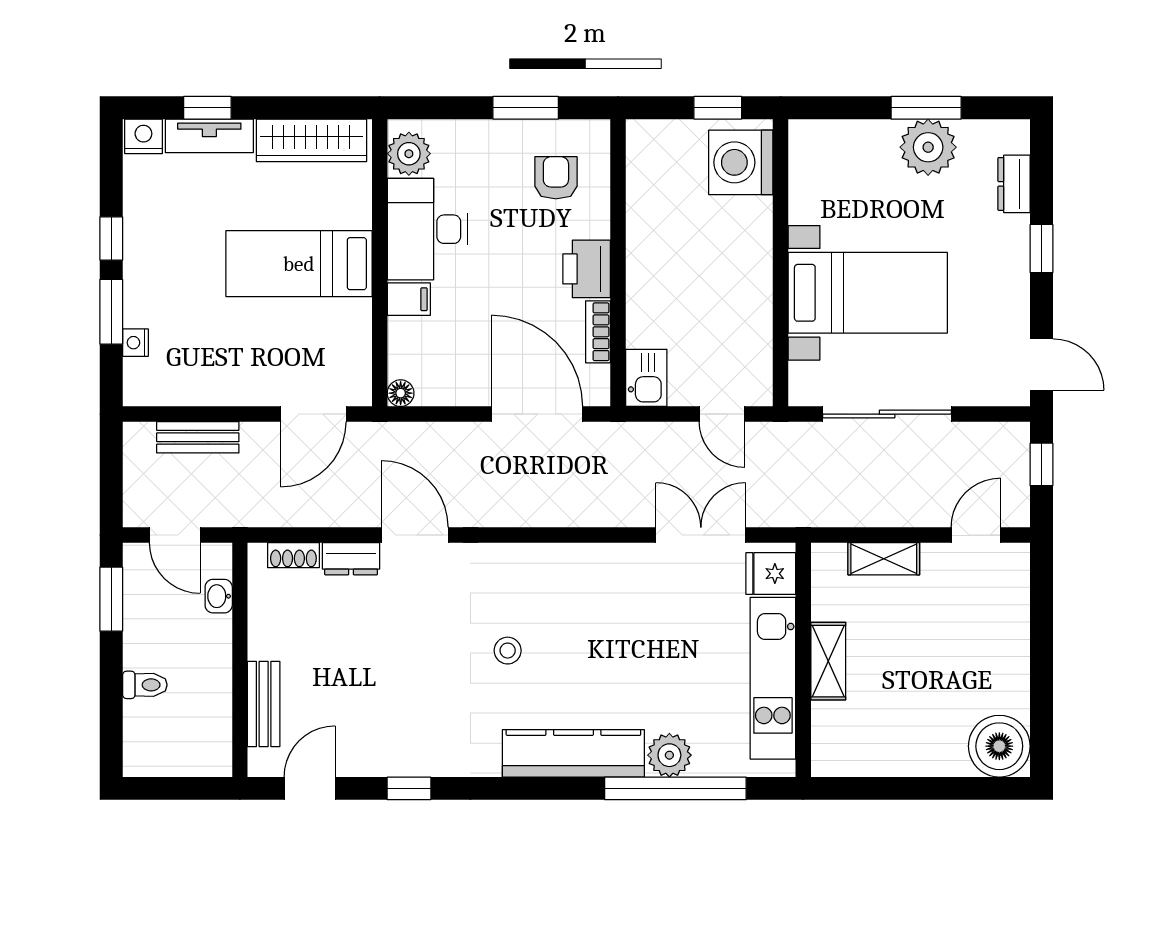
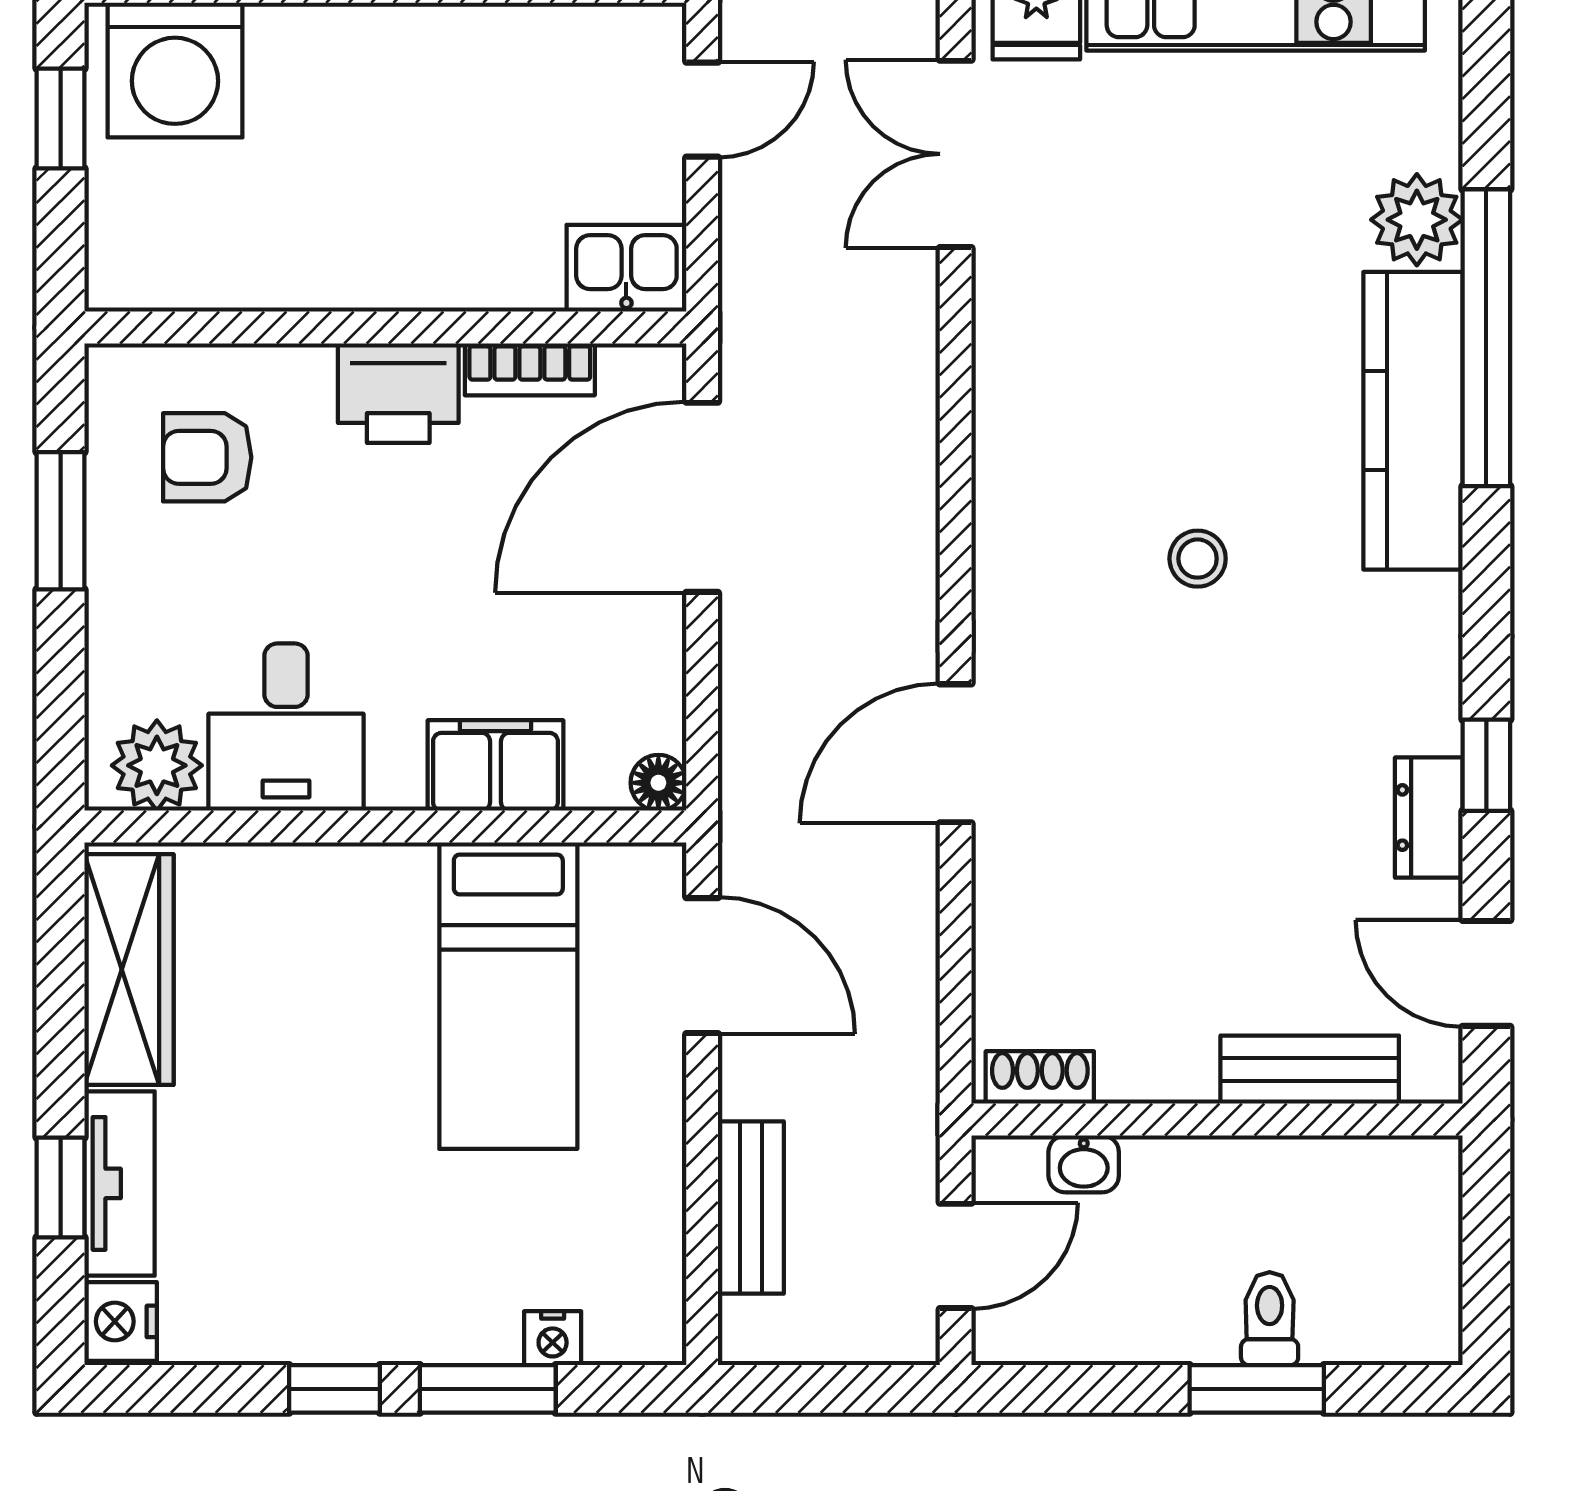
desk: (427, 229) -> (286, 727), width x0.73
bed: (299, 264) -> (508, 996), moved
filing cabinet: (409, 299) -> (495, 765), width x2.00
shoe rack: (293, 555) -> (1040, 1077), moved, turned -90
dresser: (351, 559) -> (1429, 818), moved, turned 180
window: (111, 599) -> (1257, 1389), moved
window: (675, 788) -> (1486, 338), moved

